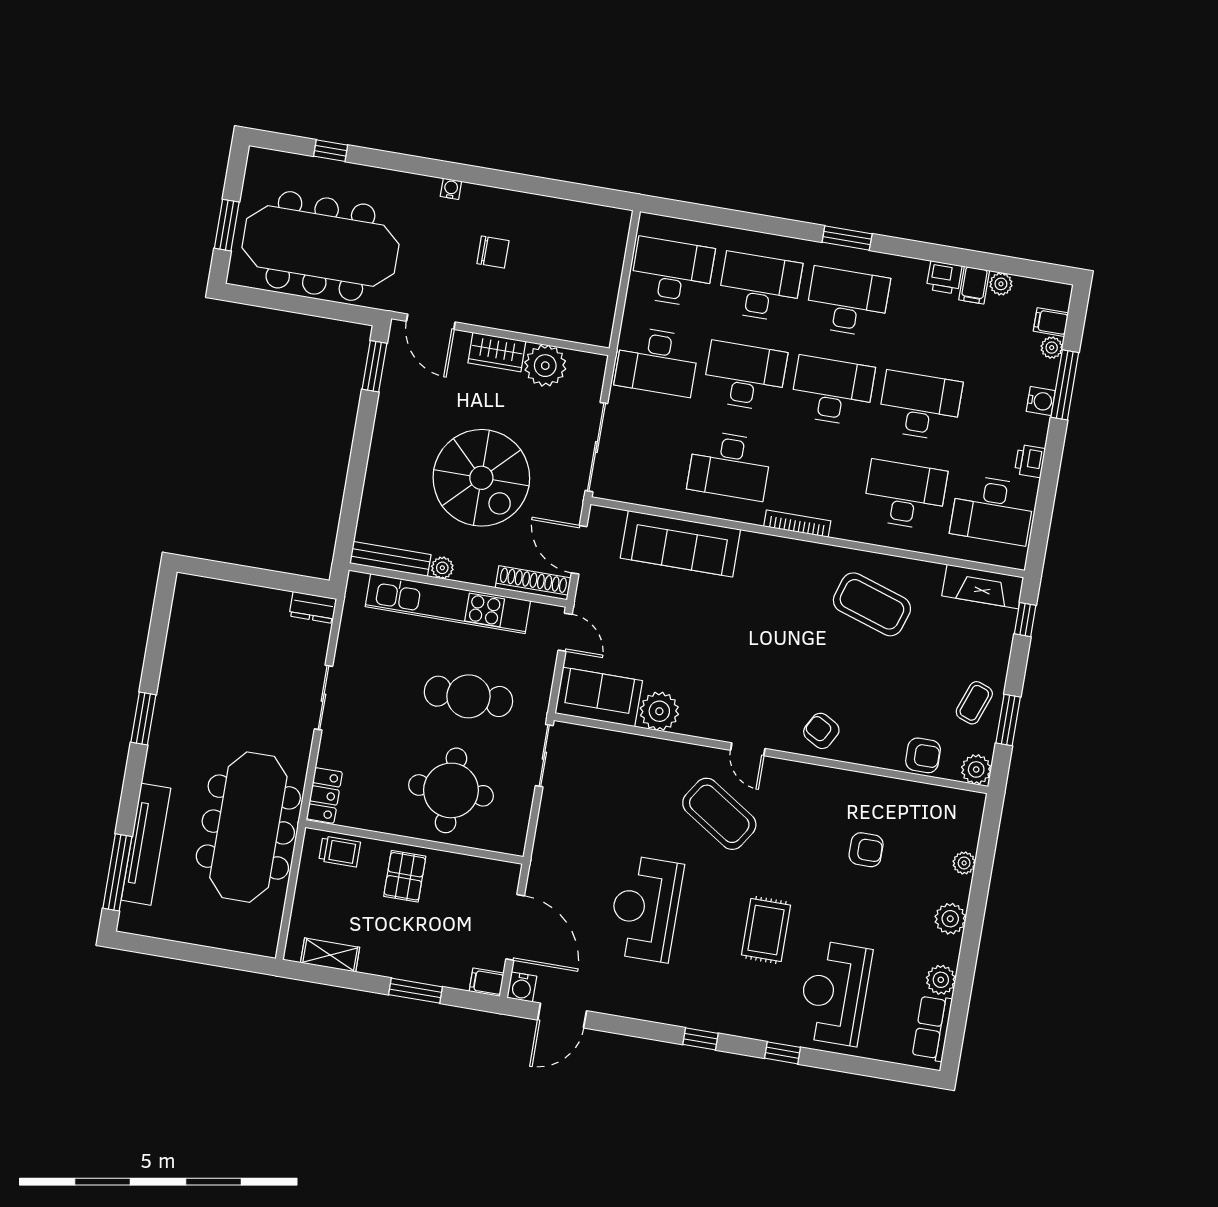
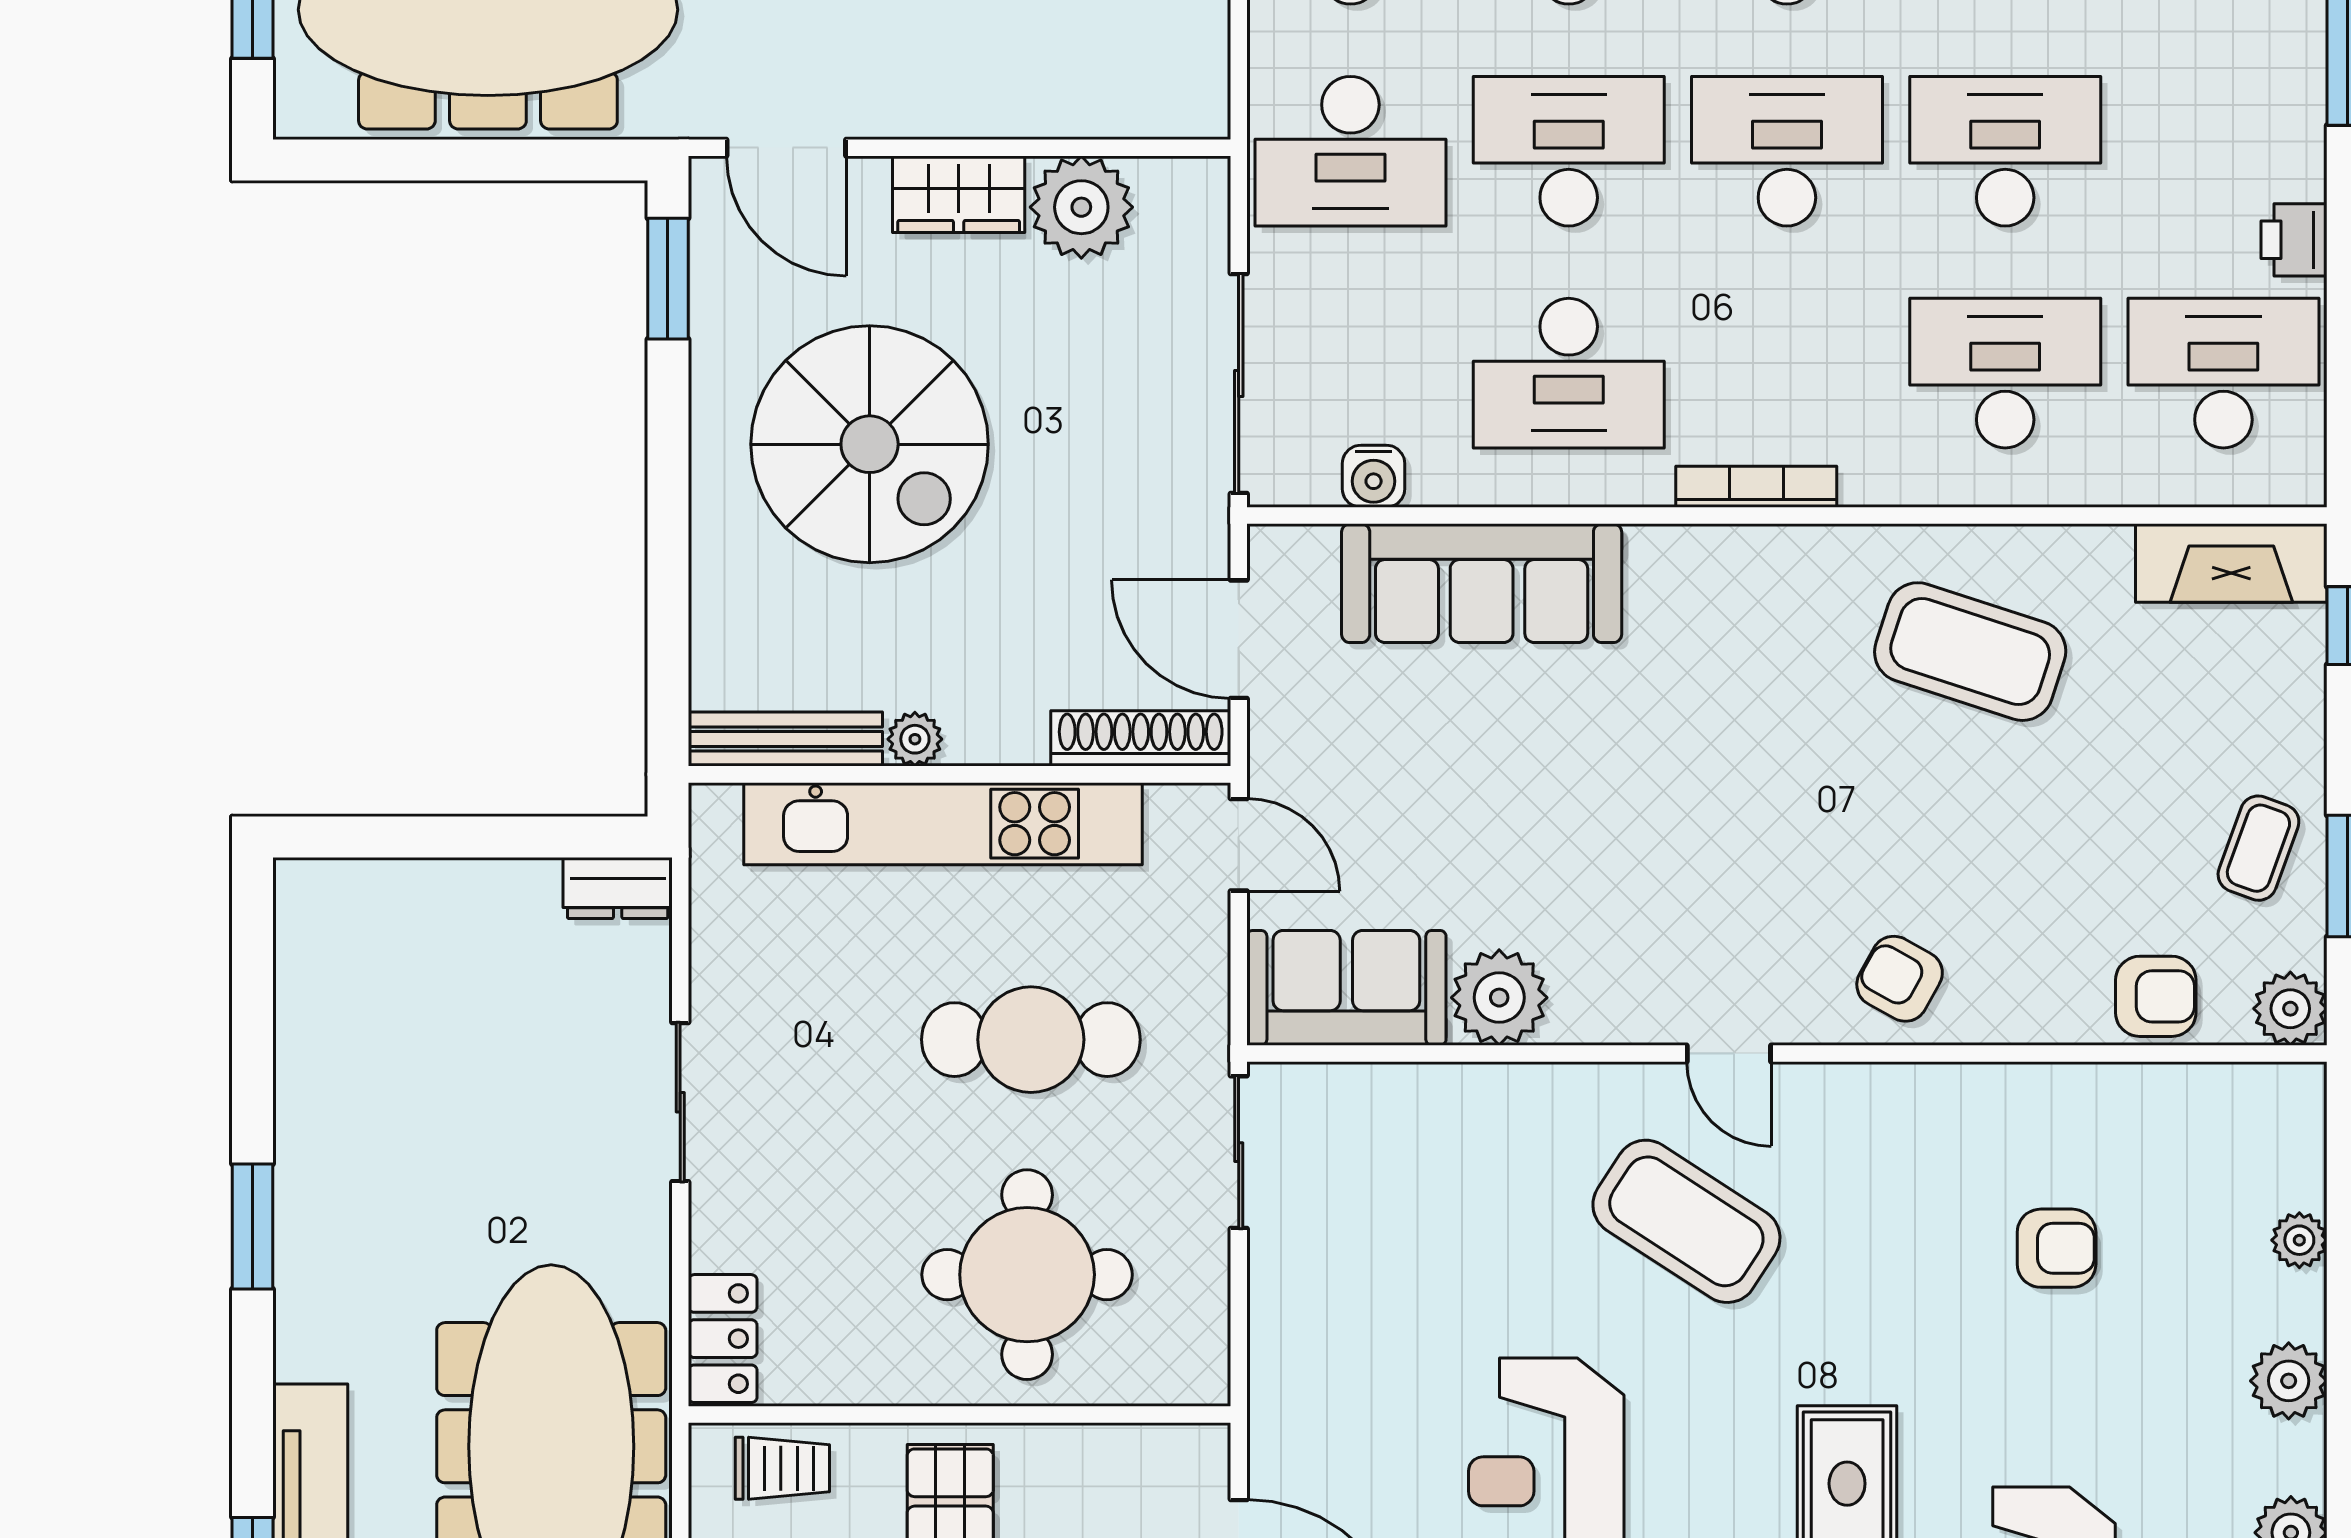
water cooler: (1041, 401) -> (1374, 476), moved, turned 90
spiral stairs: (481, 478) -> (870, 444), moved
desk: (992, 510) -> (2223, 373), turned 180

